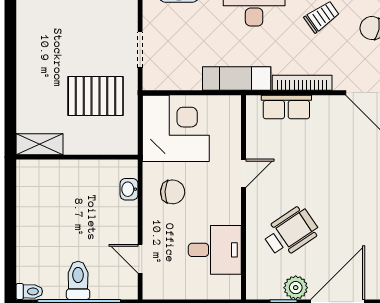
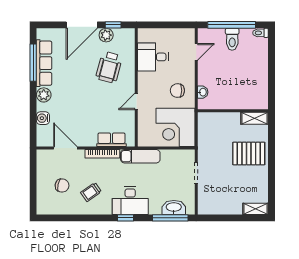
pallet: (96, 96) -> (249, 154), moved
wheelchair: (291, 232) -> (109, 67), turned -41
door: (140, 259) -> (196, 52), hinge flipped

